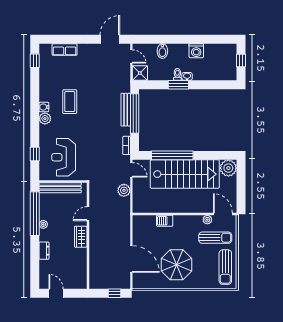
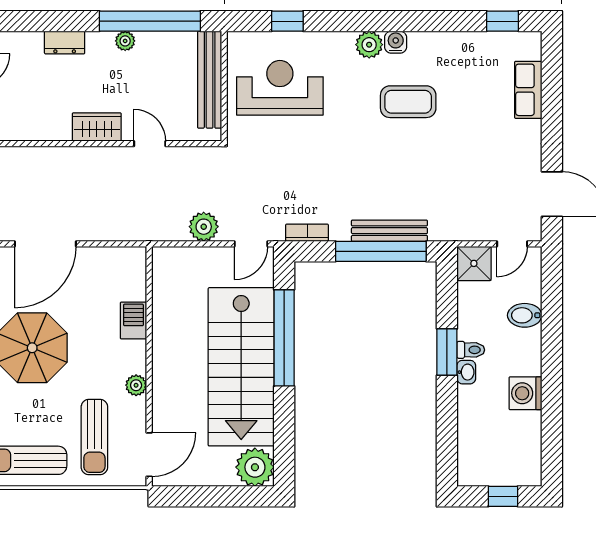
plant: (207, 220) -> (136, 385), moved

